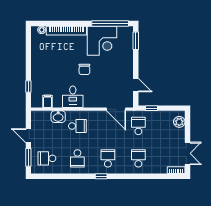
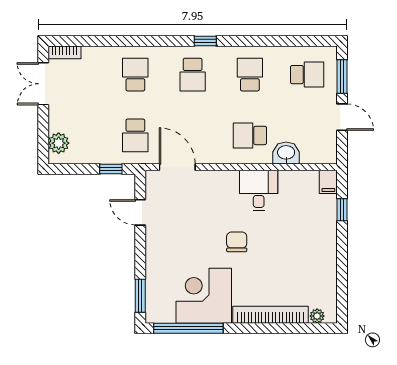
filing cabinet: (48, 101) -> (328, 182), moved
school desk: (138, 158) -> (135, 75), turned 180

